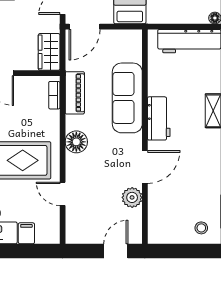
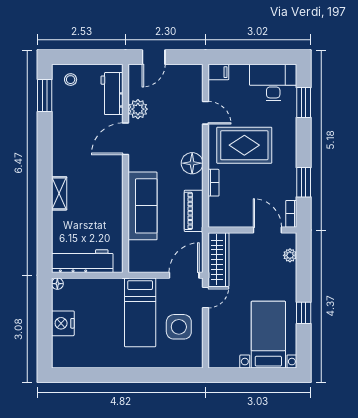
wardrobe: (49, 52) -> (218, 260), width x1.50
bookcase: (54, 95) -> (213, 183), moved
workbench: (159, 118) -> (112, 94), moved
filing cabinet: (26, 233) -> (218, 72), moved, turned -90

